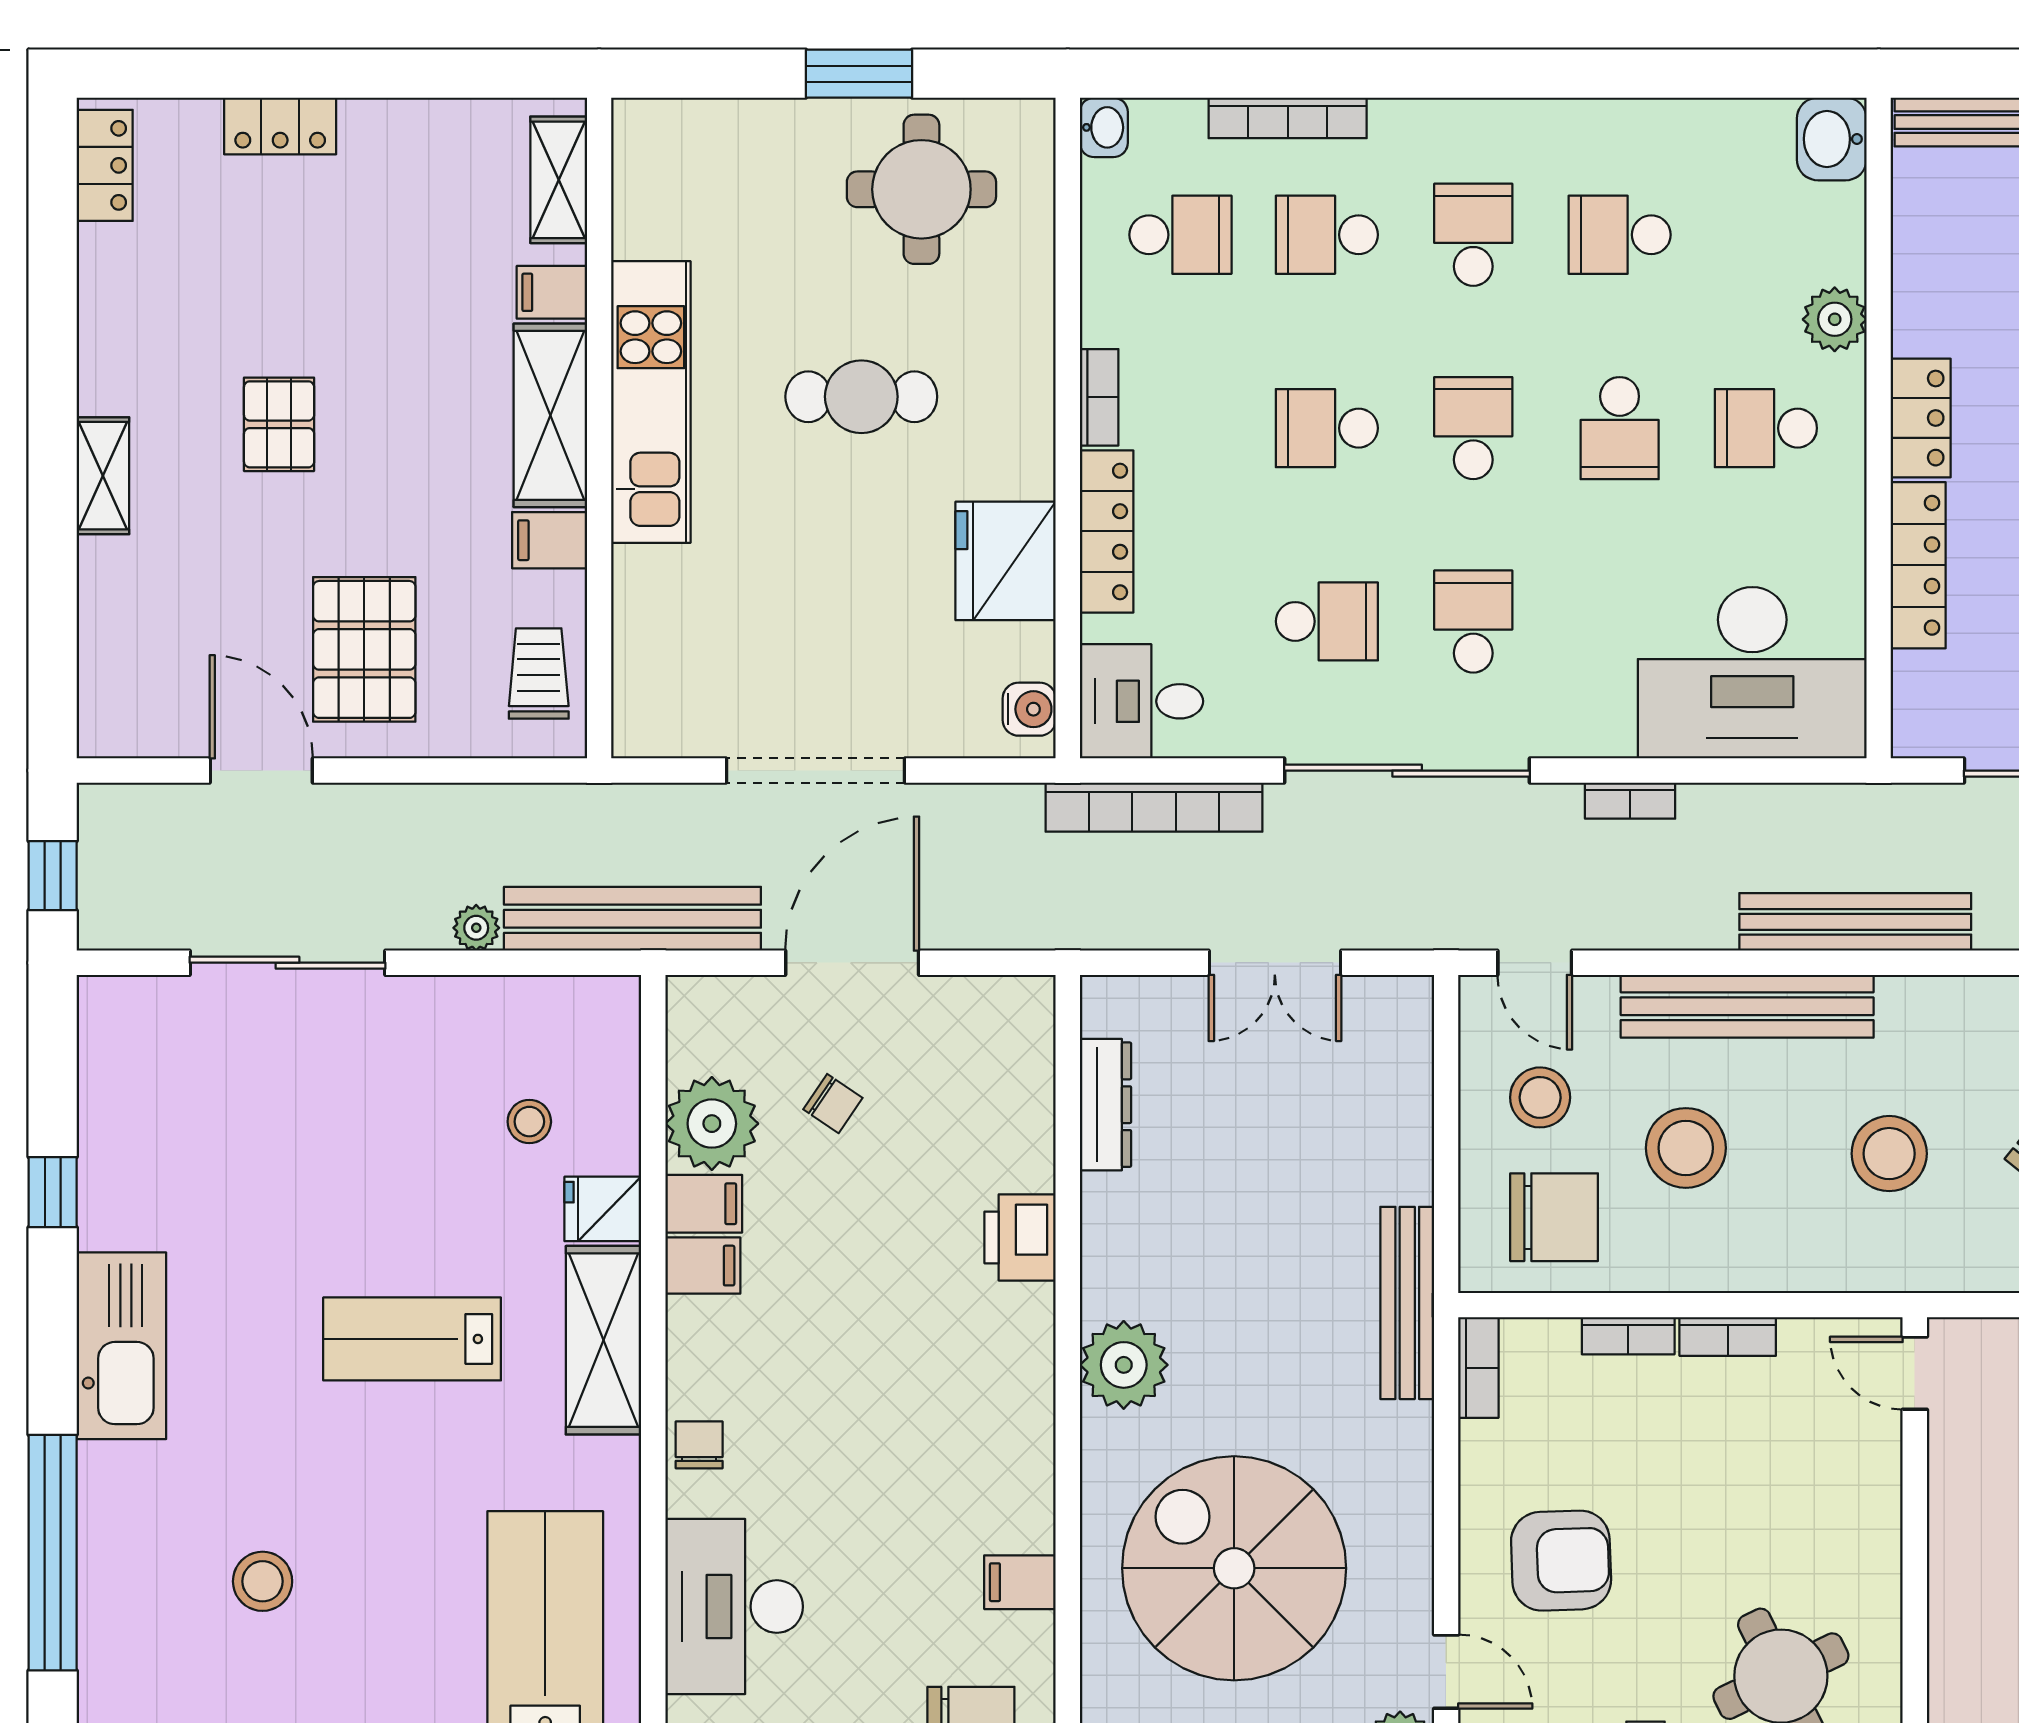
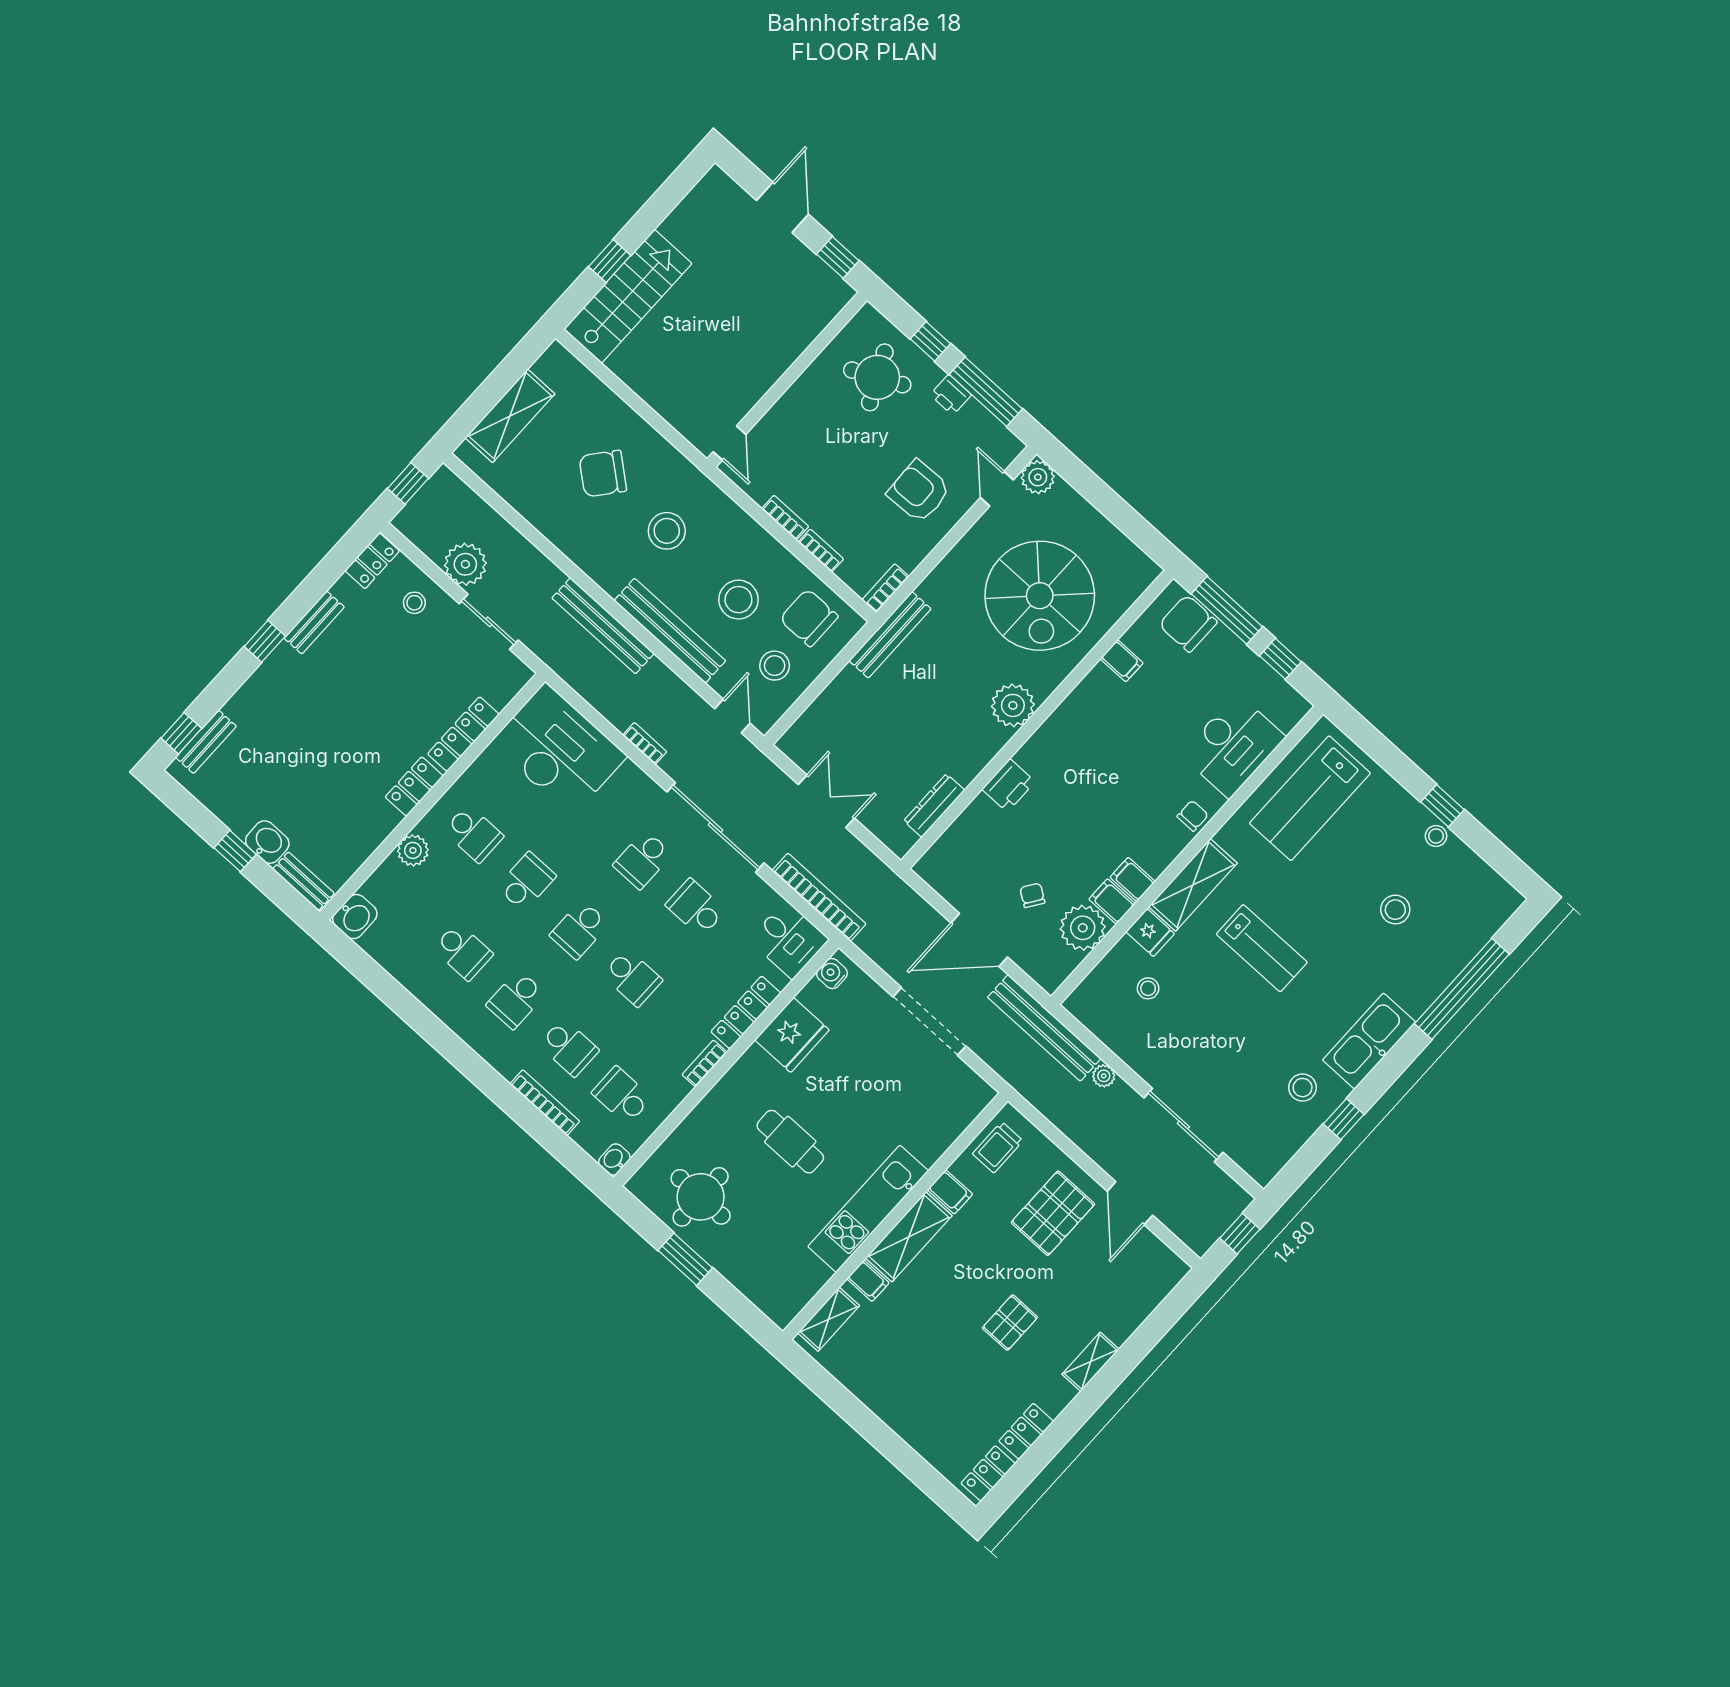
locker: (280, 126) -> (1026, 1431), moved, turned -90
stool: (158, 1184) -> (1303, 1088), added
chair: (699, 1445) -> (1193, 816), turned 180

